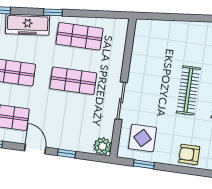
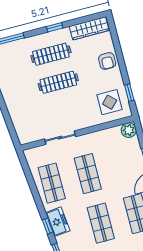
window: (53, 12) -> (47, 226), moved
freezer: (28, 25) -> (58, 222), width x0.71
sliding door: (121, 101) -> (60, 138), moved

